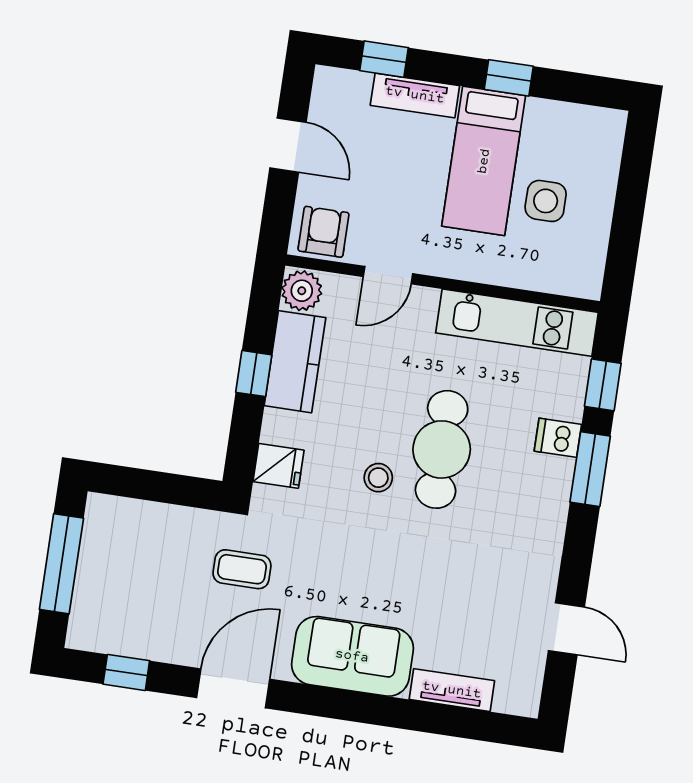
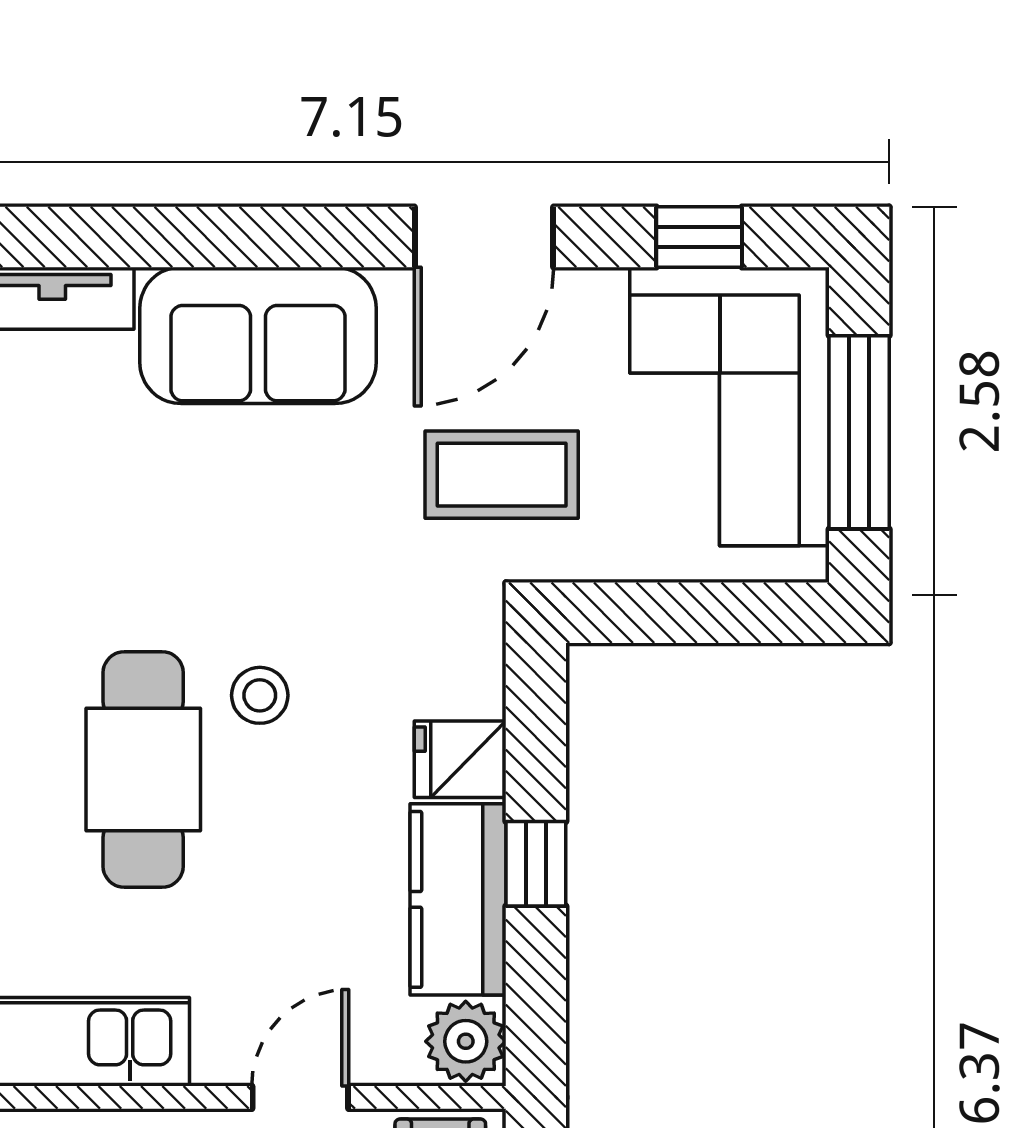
fridge: (278, 466) -> (460, 759), moved
coffee table: (242, 569) -> (502, 475), width x1.36, depth x1.30
corner sofa: (124, 586) -> (730, 406), added

